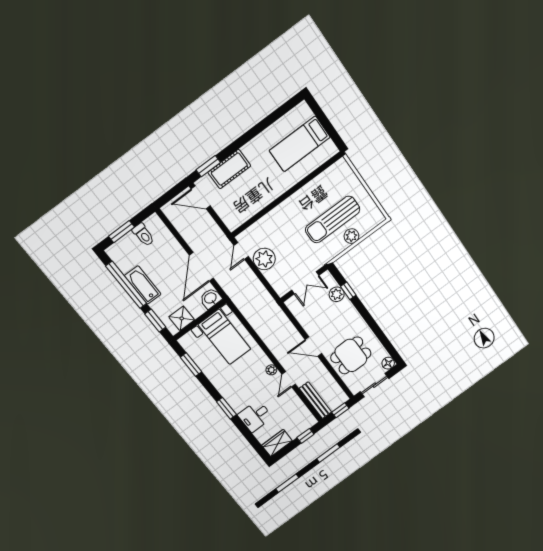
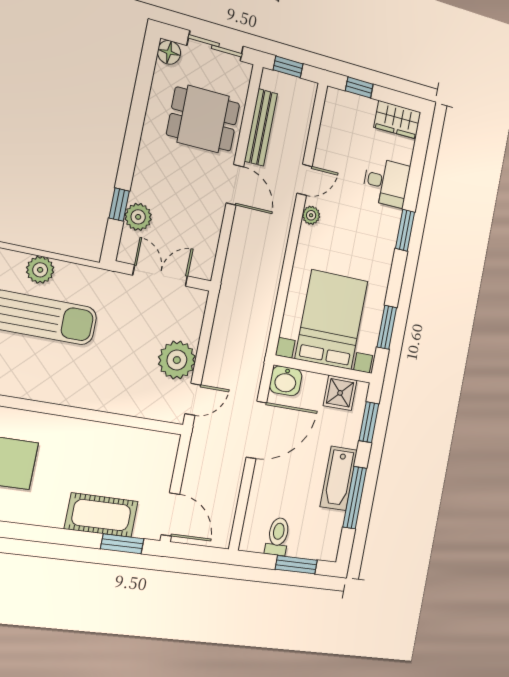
window: (126, 285) -> (355, 498), width x0.68
bed with nightstands: (224, 337) -> (331, 320), width x1.36
bench: (315, 400) -> (261, 127), moved

